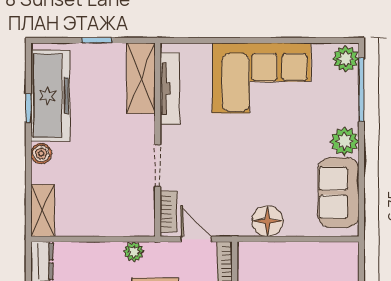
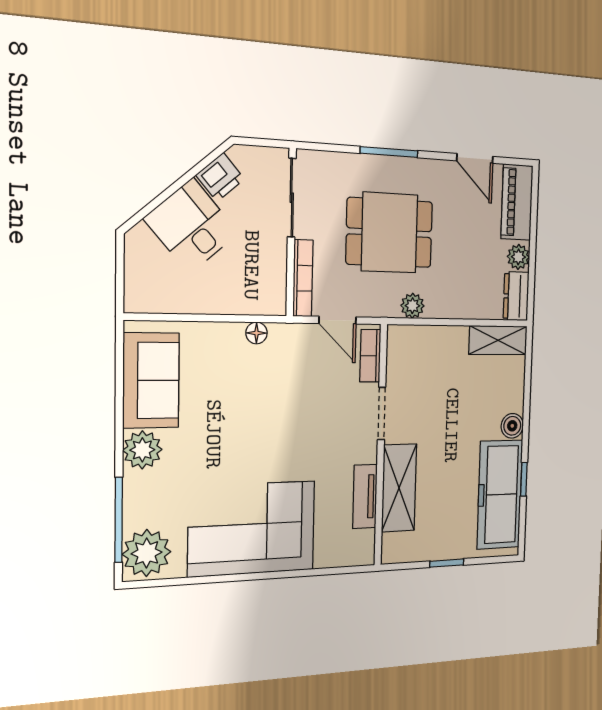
plant: (346, 59) -> (147, 553), width x1.36, depth x1.36
shelving: (141, 78) -> (399, 488), moved
tv unit: (170, 89) -> (365, 497), width x0.71
shelving: (43, 210) -> (498, 340), moved, turned 90
floor lamp: (267, 221) -> (257, 333), width x0.53, depth x0.53

